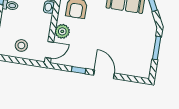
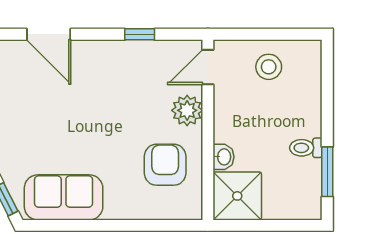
door: (104, 74) -> (49, 34), moved

